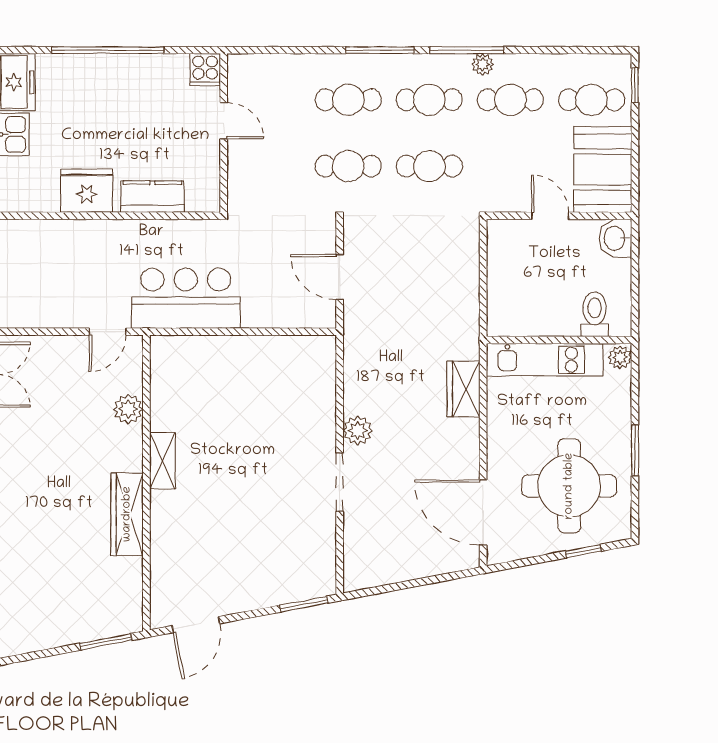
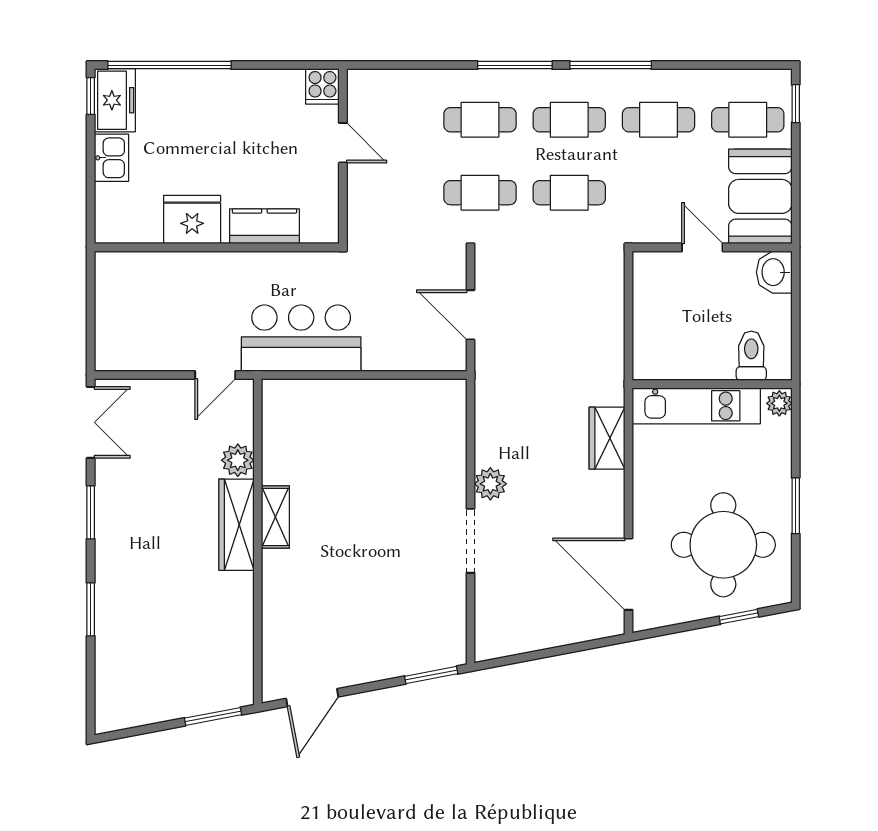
window: (108, 50) -> (169, 65), moved
plant: (483, 64) -> (628, 81), removed
wardrobe: (127, 514) -> (236, 525), moved

